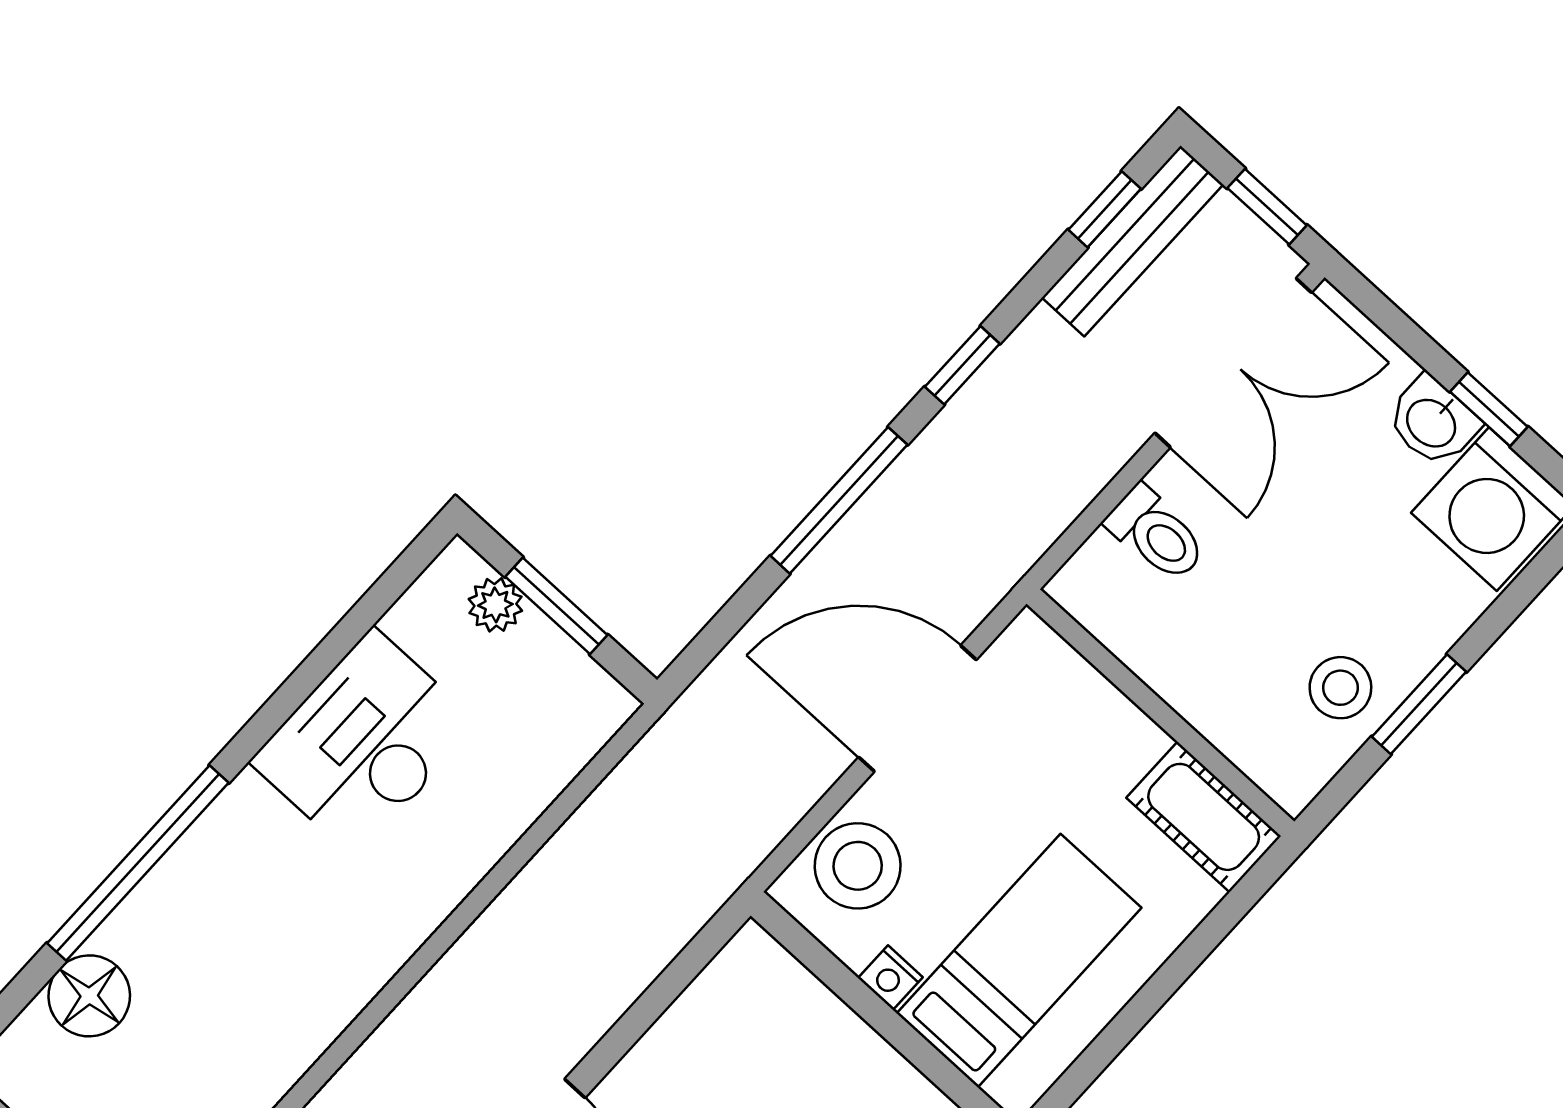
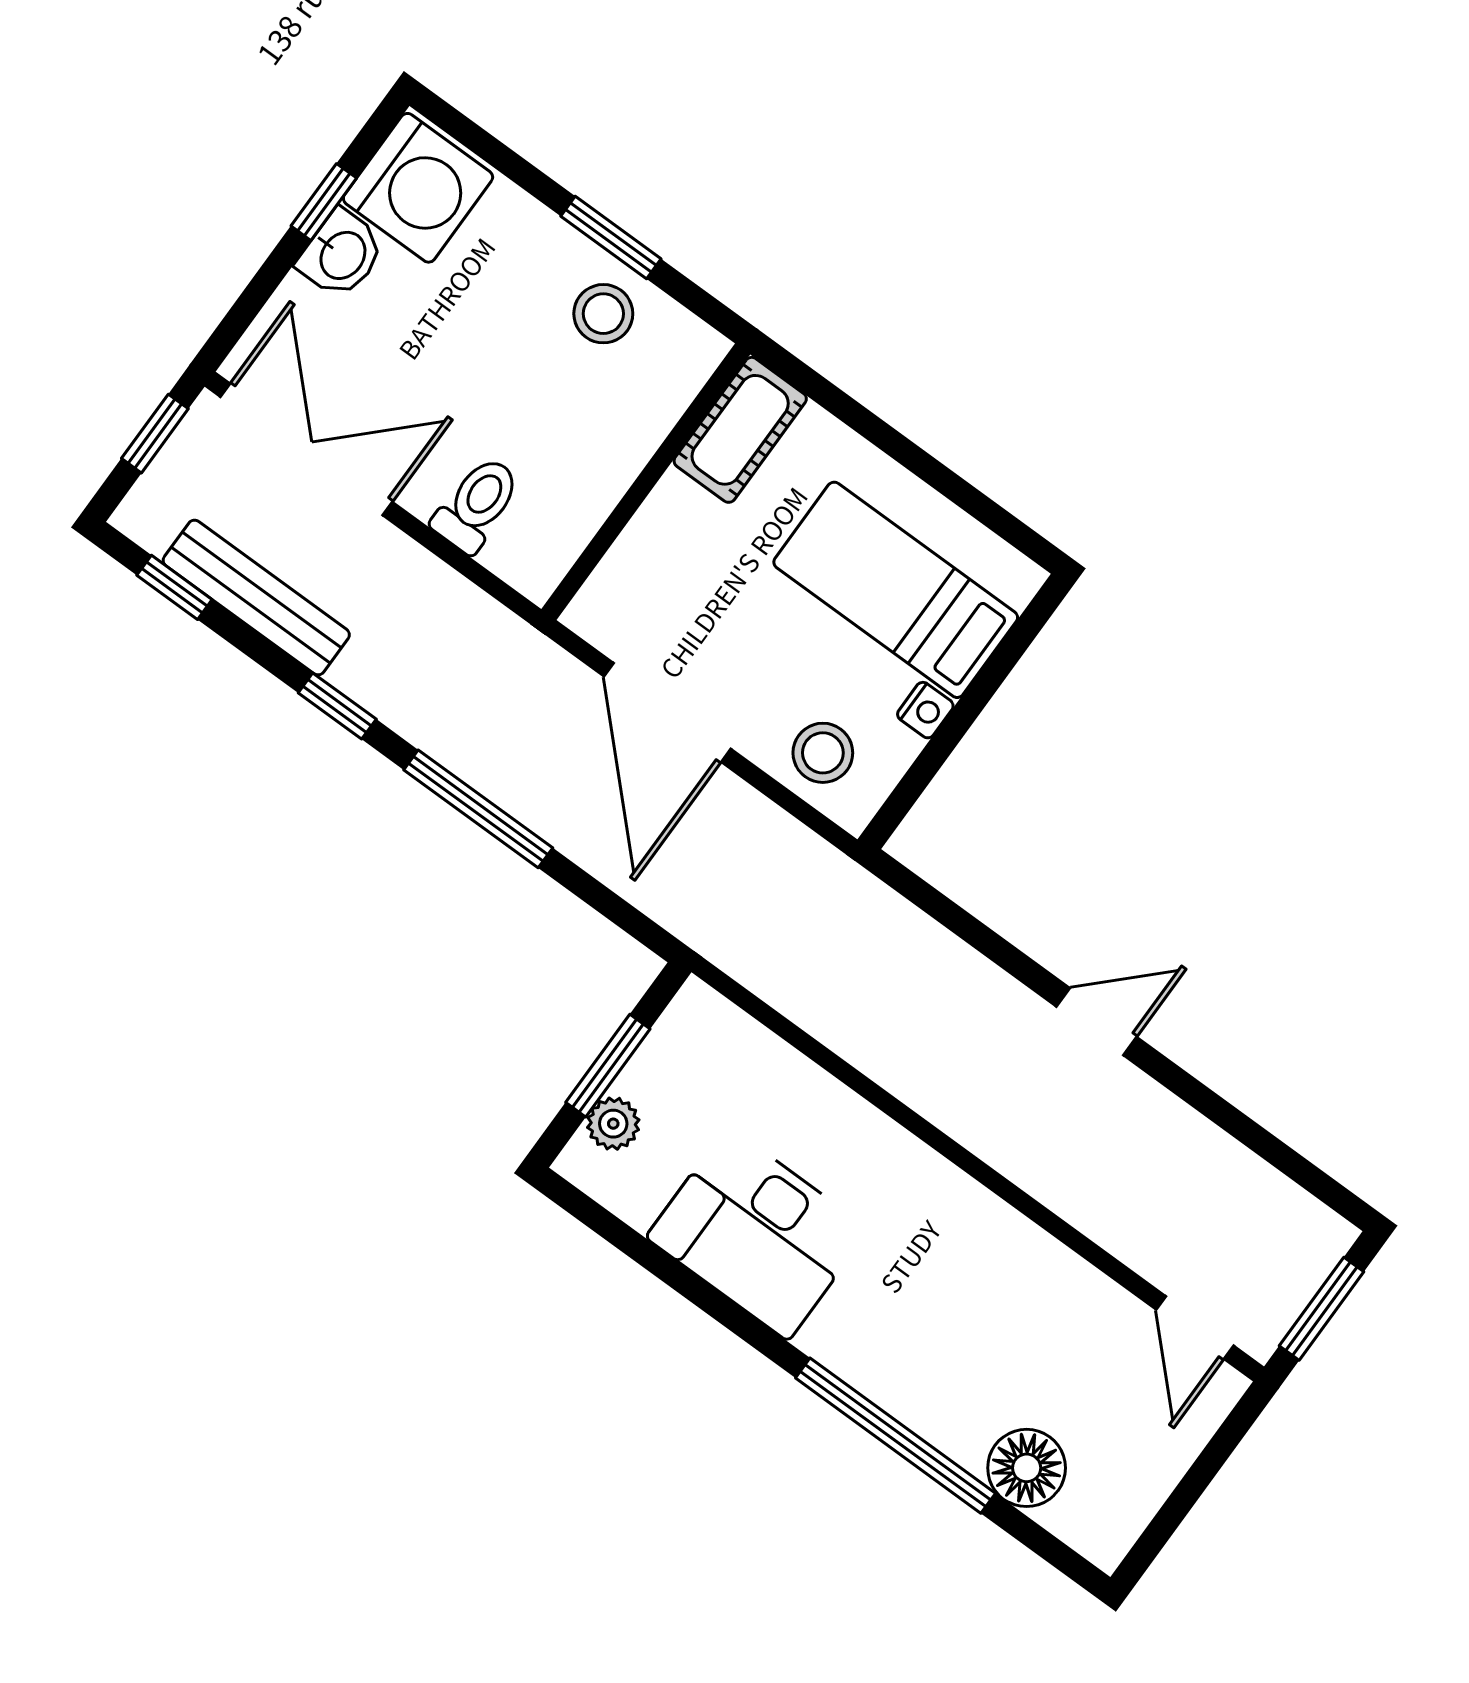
bench: (1132, 241) -> (256, 598), moved
stool: (858, 866) -> (823, 753), width x0.73, depth x0.73

